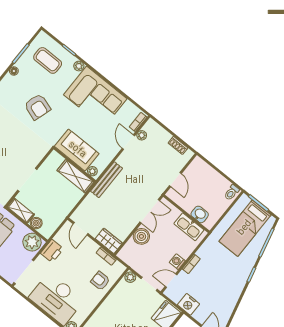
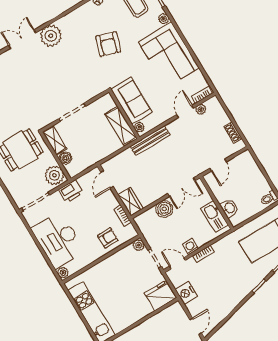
armchair: (100, 281) -> (108, 238), turned 90

